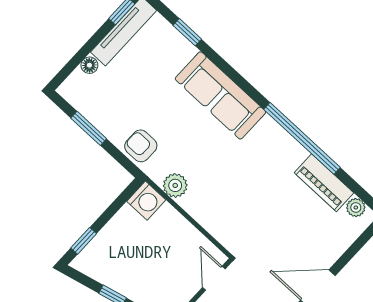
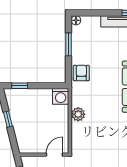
floor lamp: (89, 65) -> (76, 20), moved
plant: (175, 185) -> (78, 114), moved

